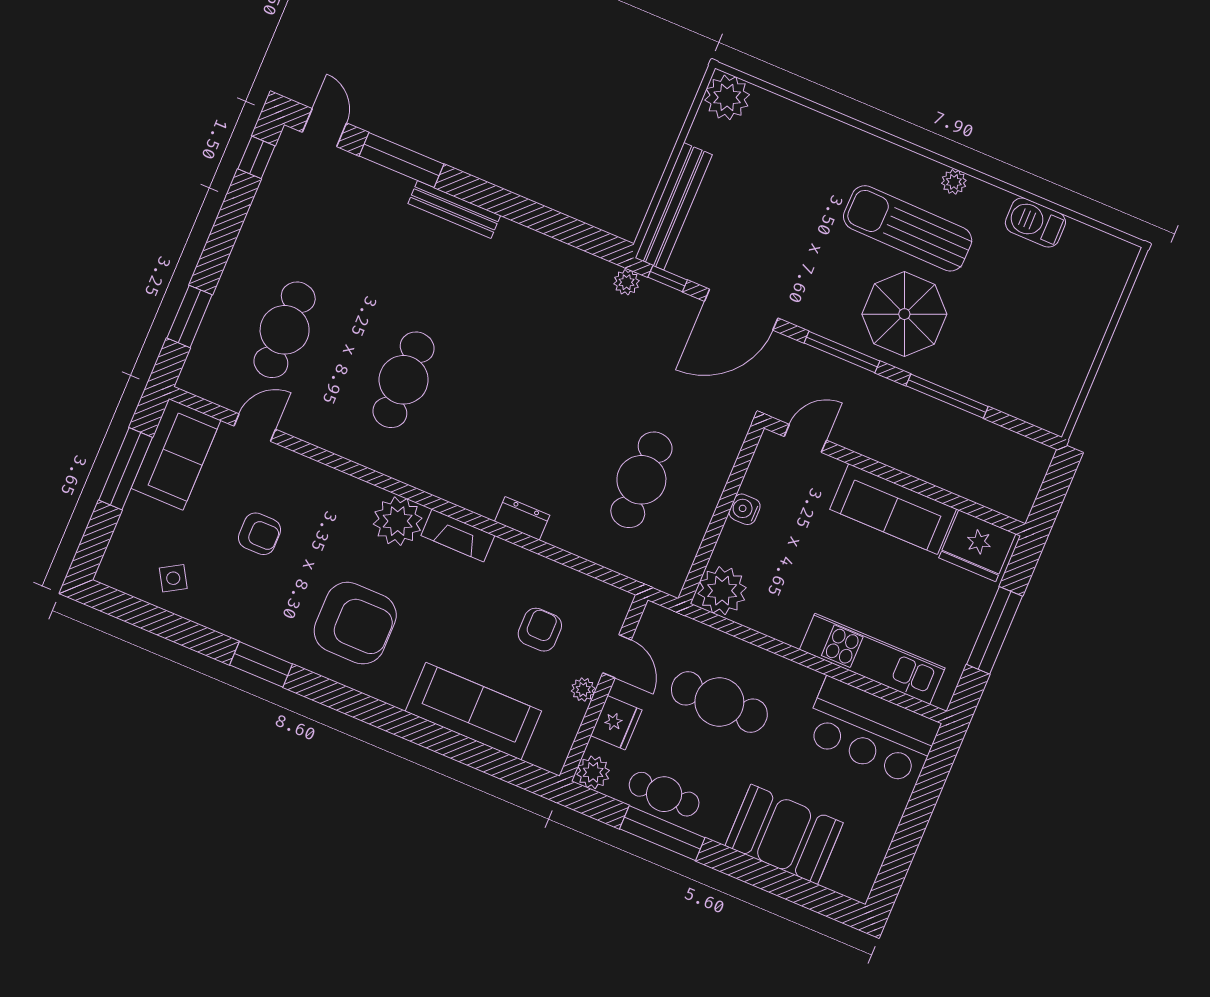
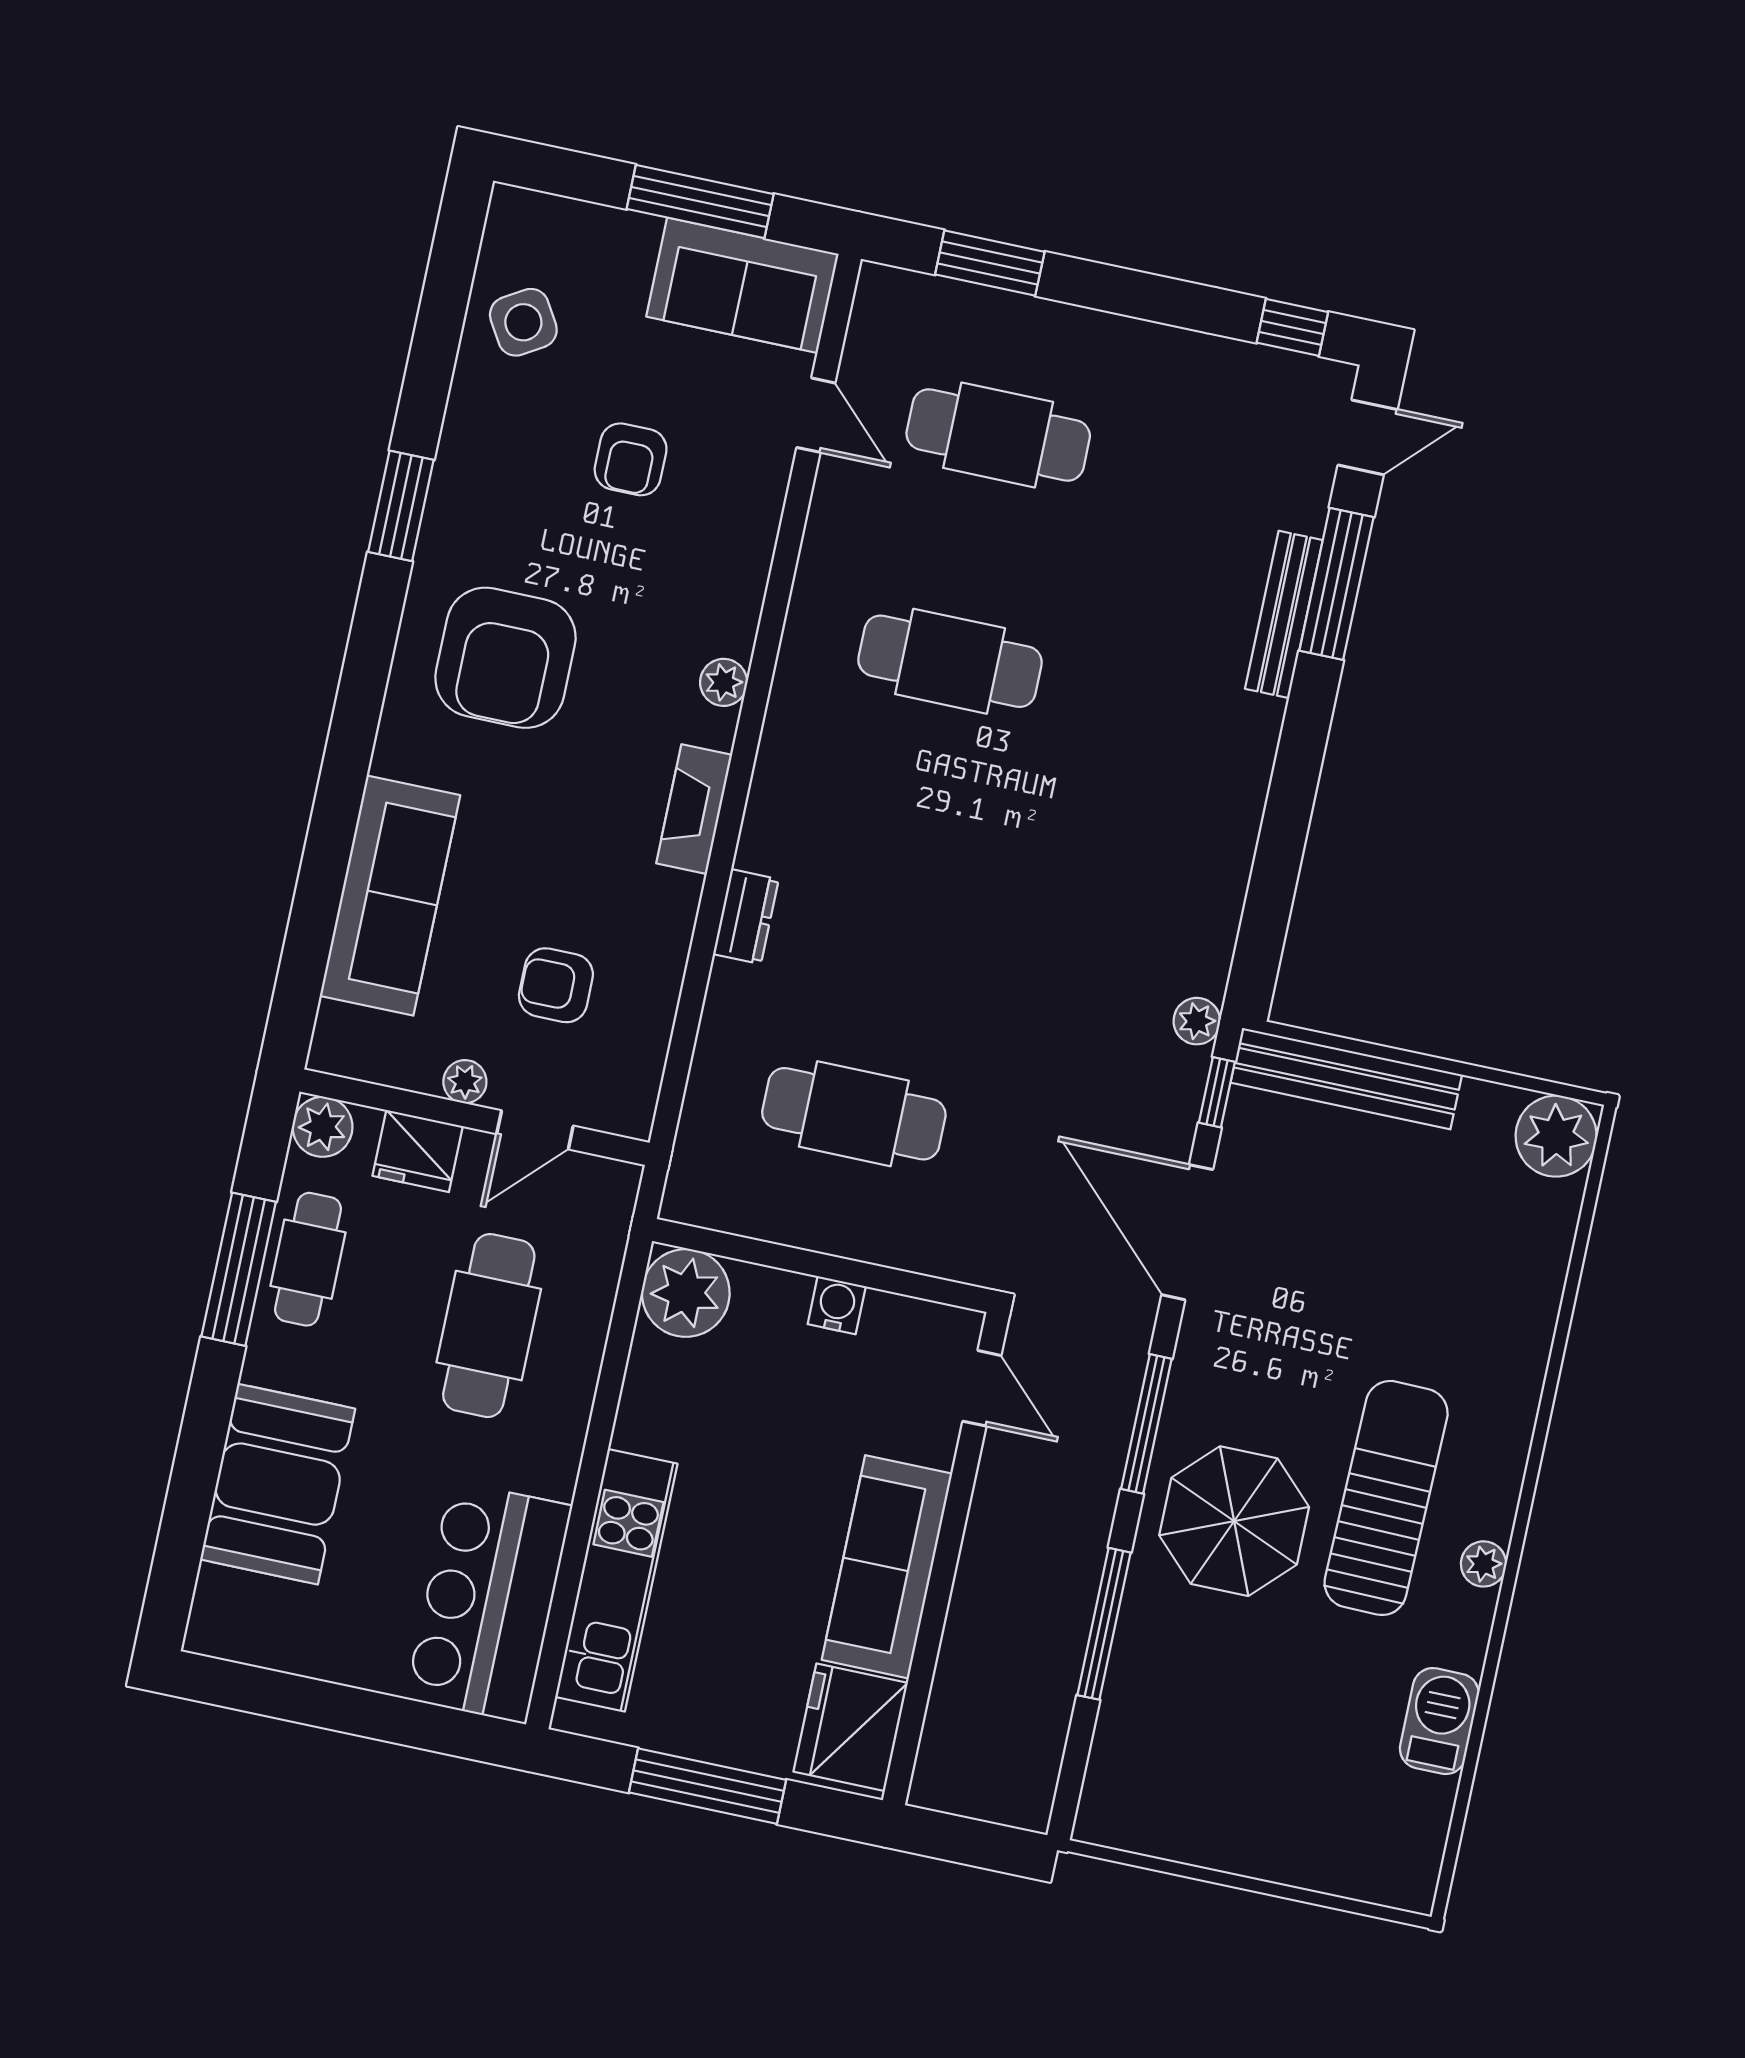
bench: (454, 209) -> (1284, 614), moved
plant: (398, 521) -> (724, 682), width x0.53, depth x0.53
side table: (173, 578) -> (523, 322), width x1.37, depth x1.37
armchair: (540, 630) -> (556, 985), turned 180

